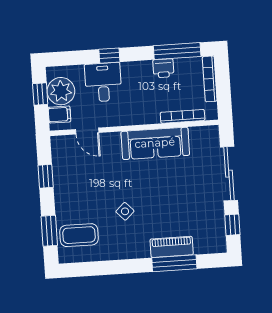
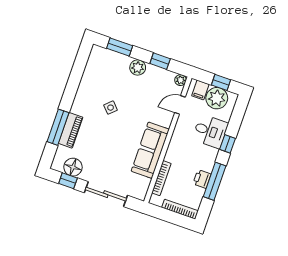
window: (177, 51) -> (215, 181), moved
plant: (58, 143) -> (180, 80), added
plant: (64, 199) -> (138, 67), added
floor lamp: (214, 226) -> (73, 167), added
coffee table: (79, 235) -> (107, 67), removed

